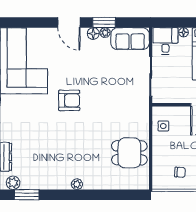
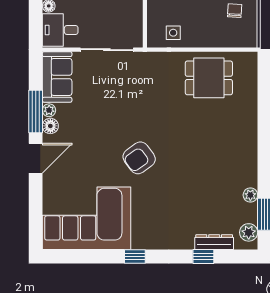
window: (104, 22) -> (36, 111), width x1.44
armchair: (69, 100) -> (139, 158), turned -126
dining table: (129, 153) -> (209, 78), turned 90
plant: (77, 184) -> (250, 195), moved

